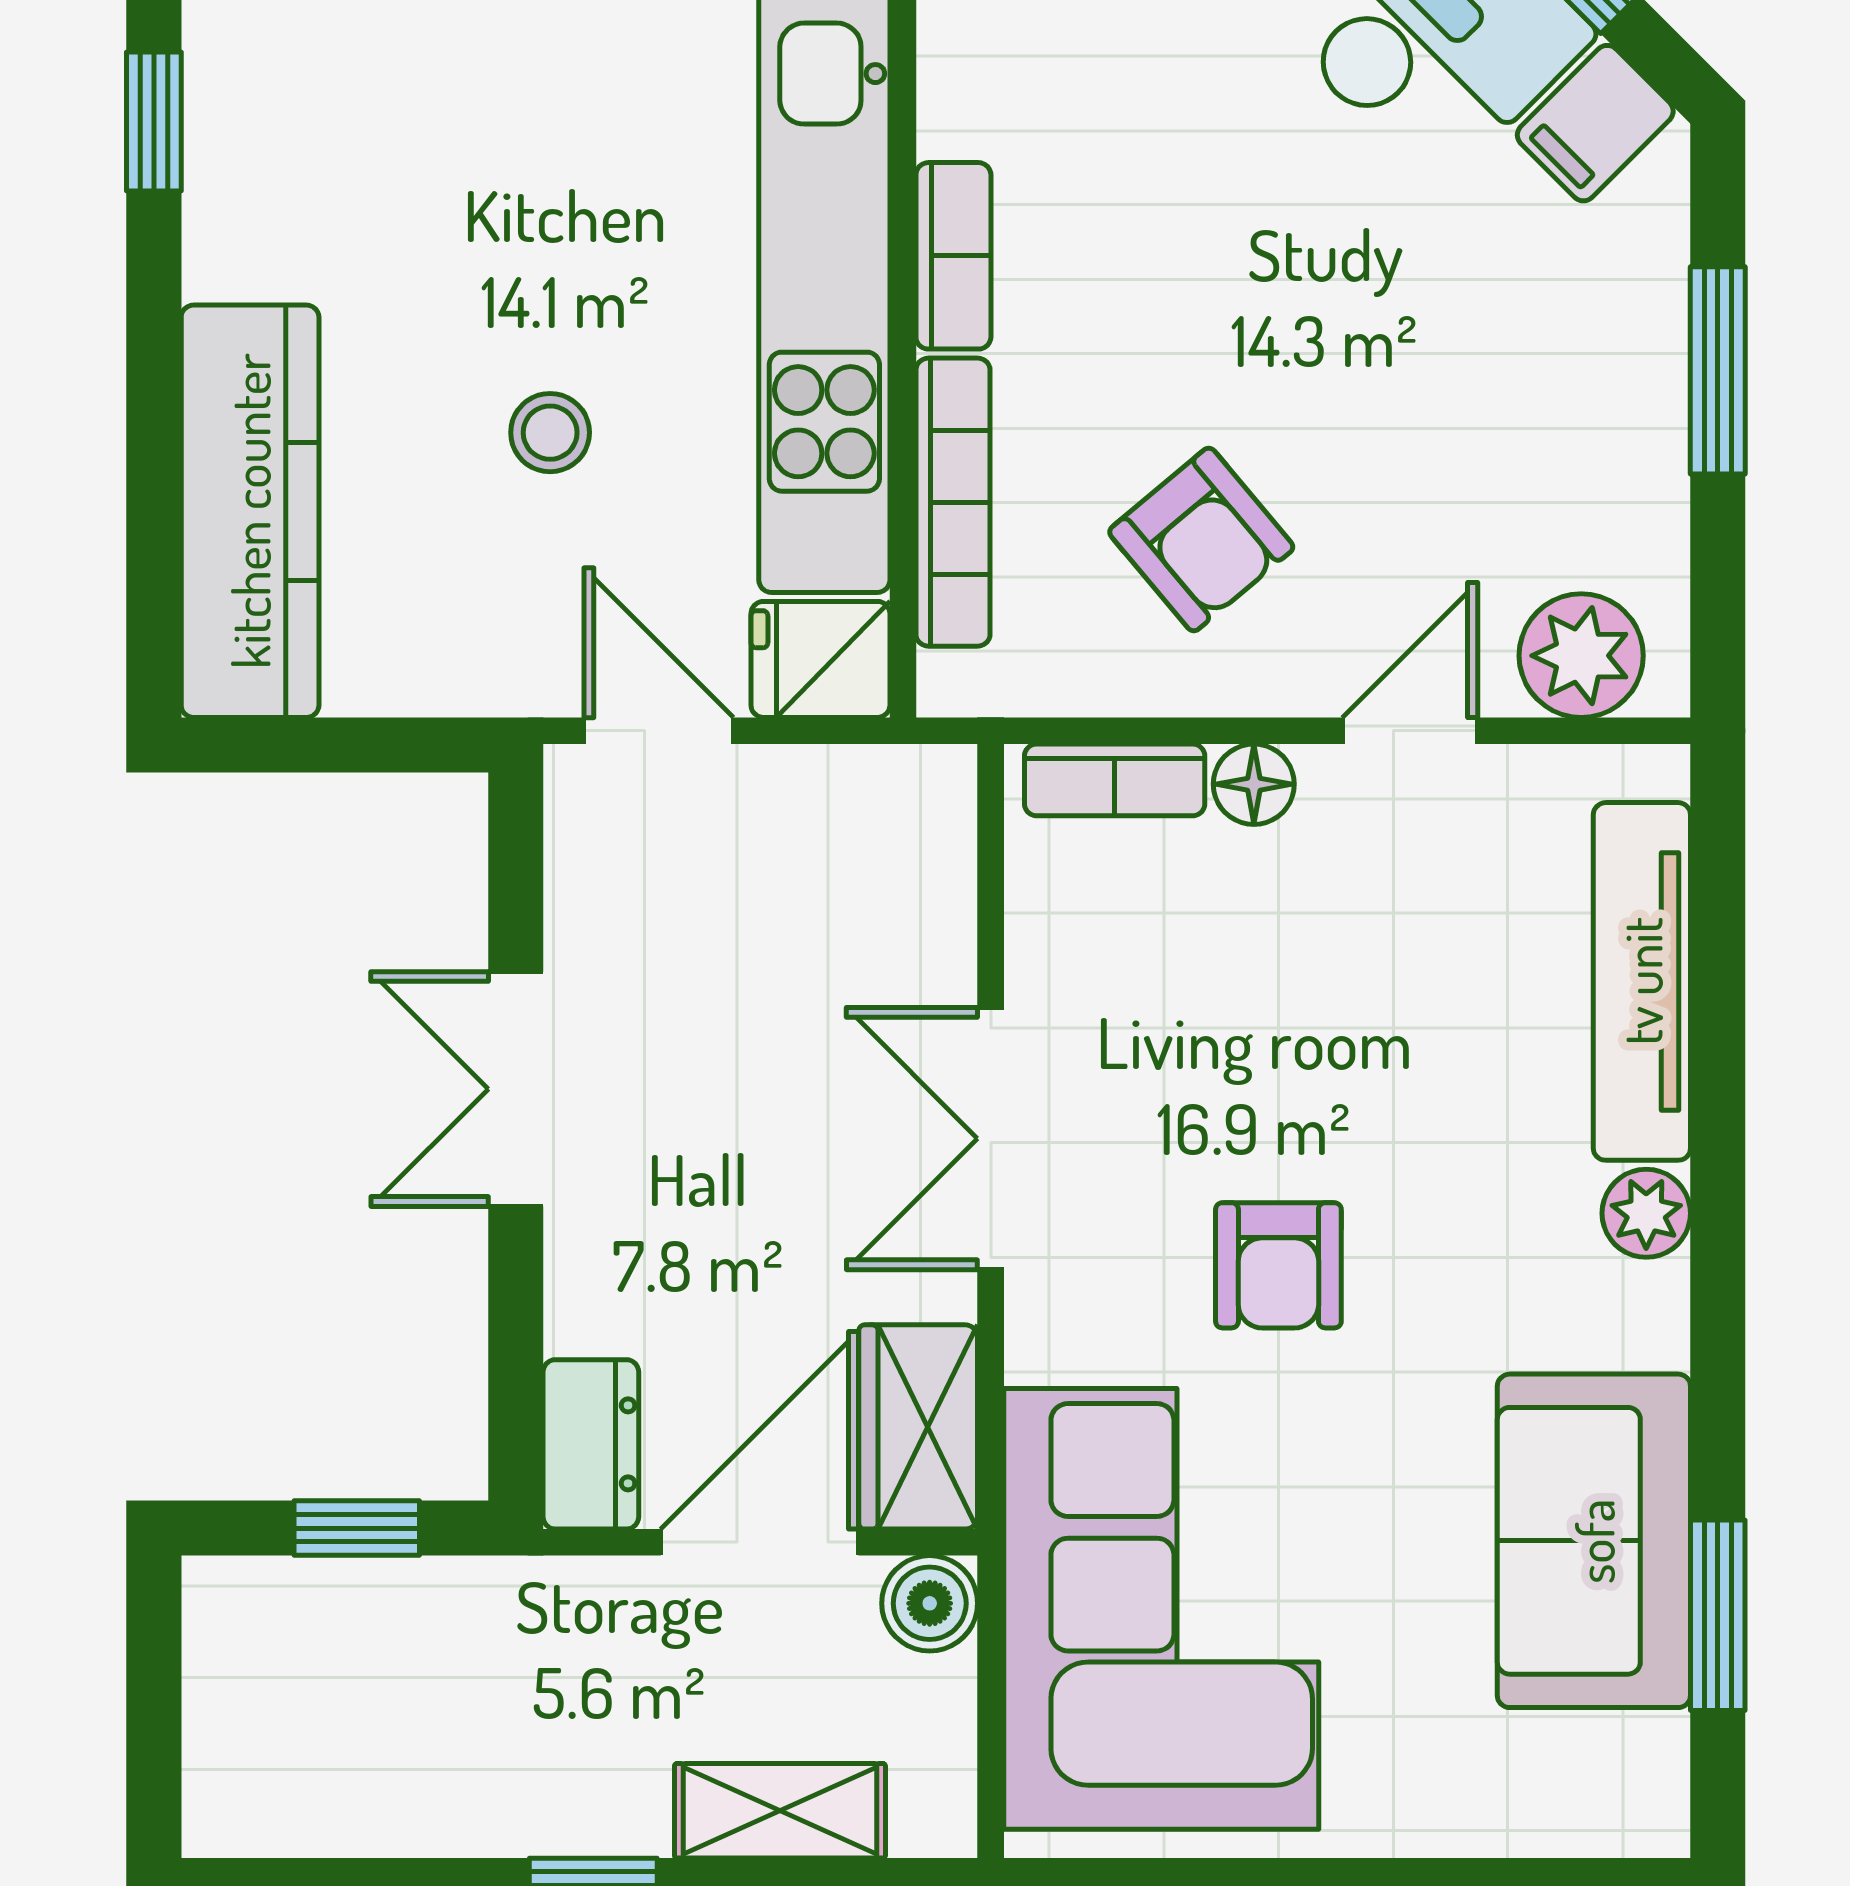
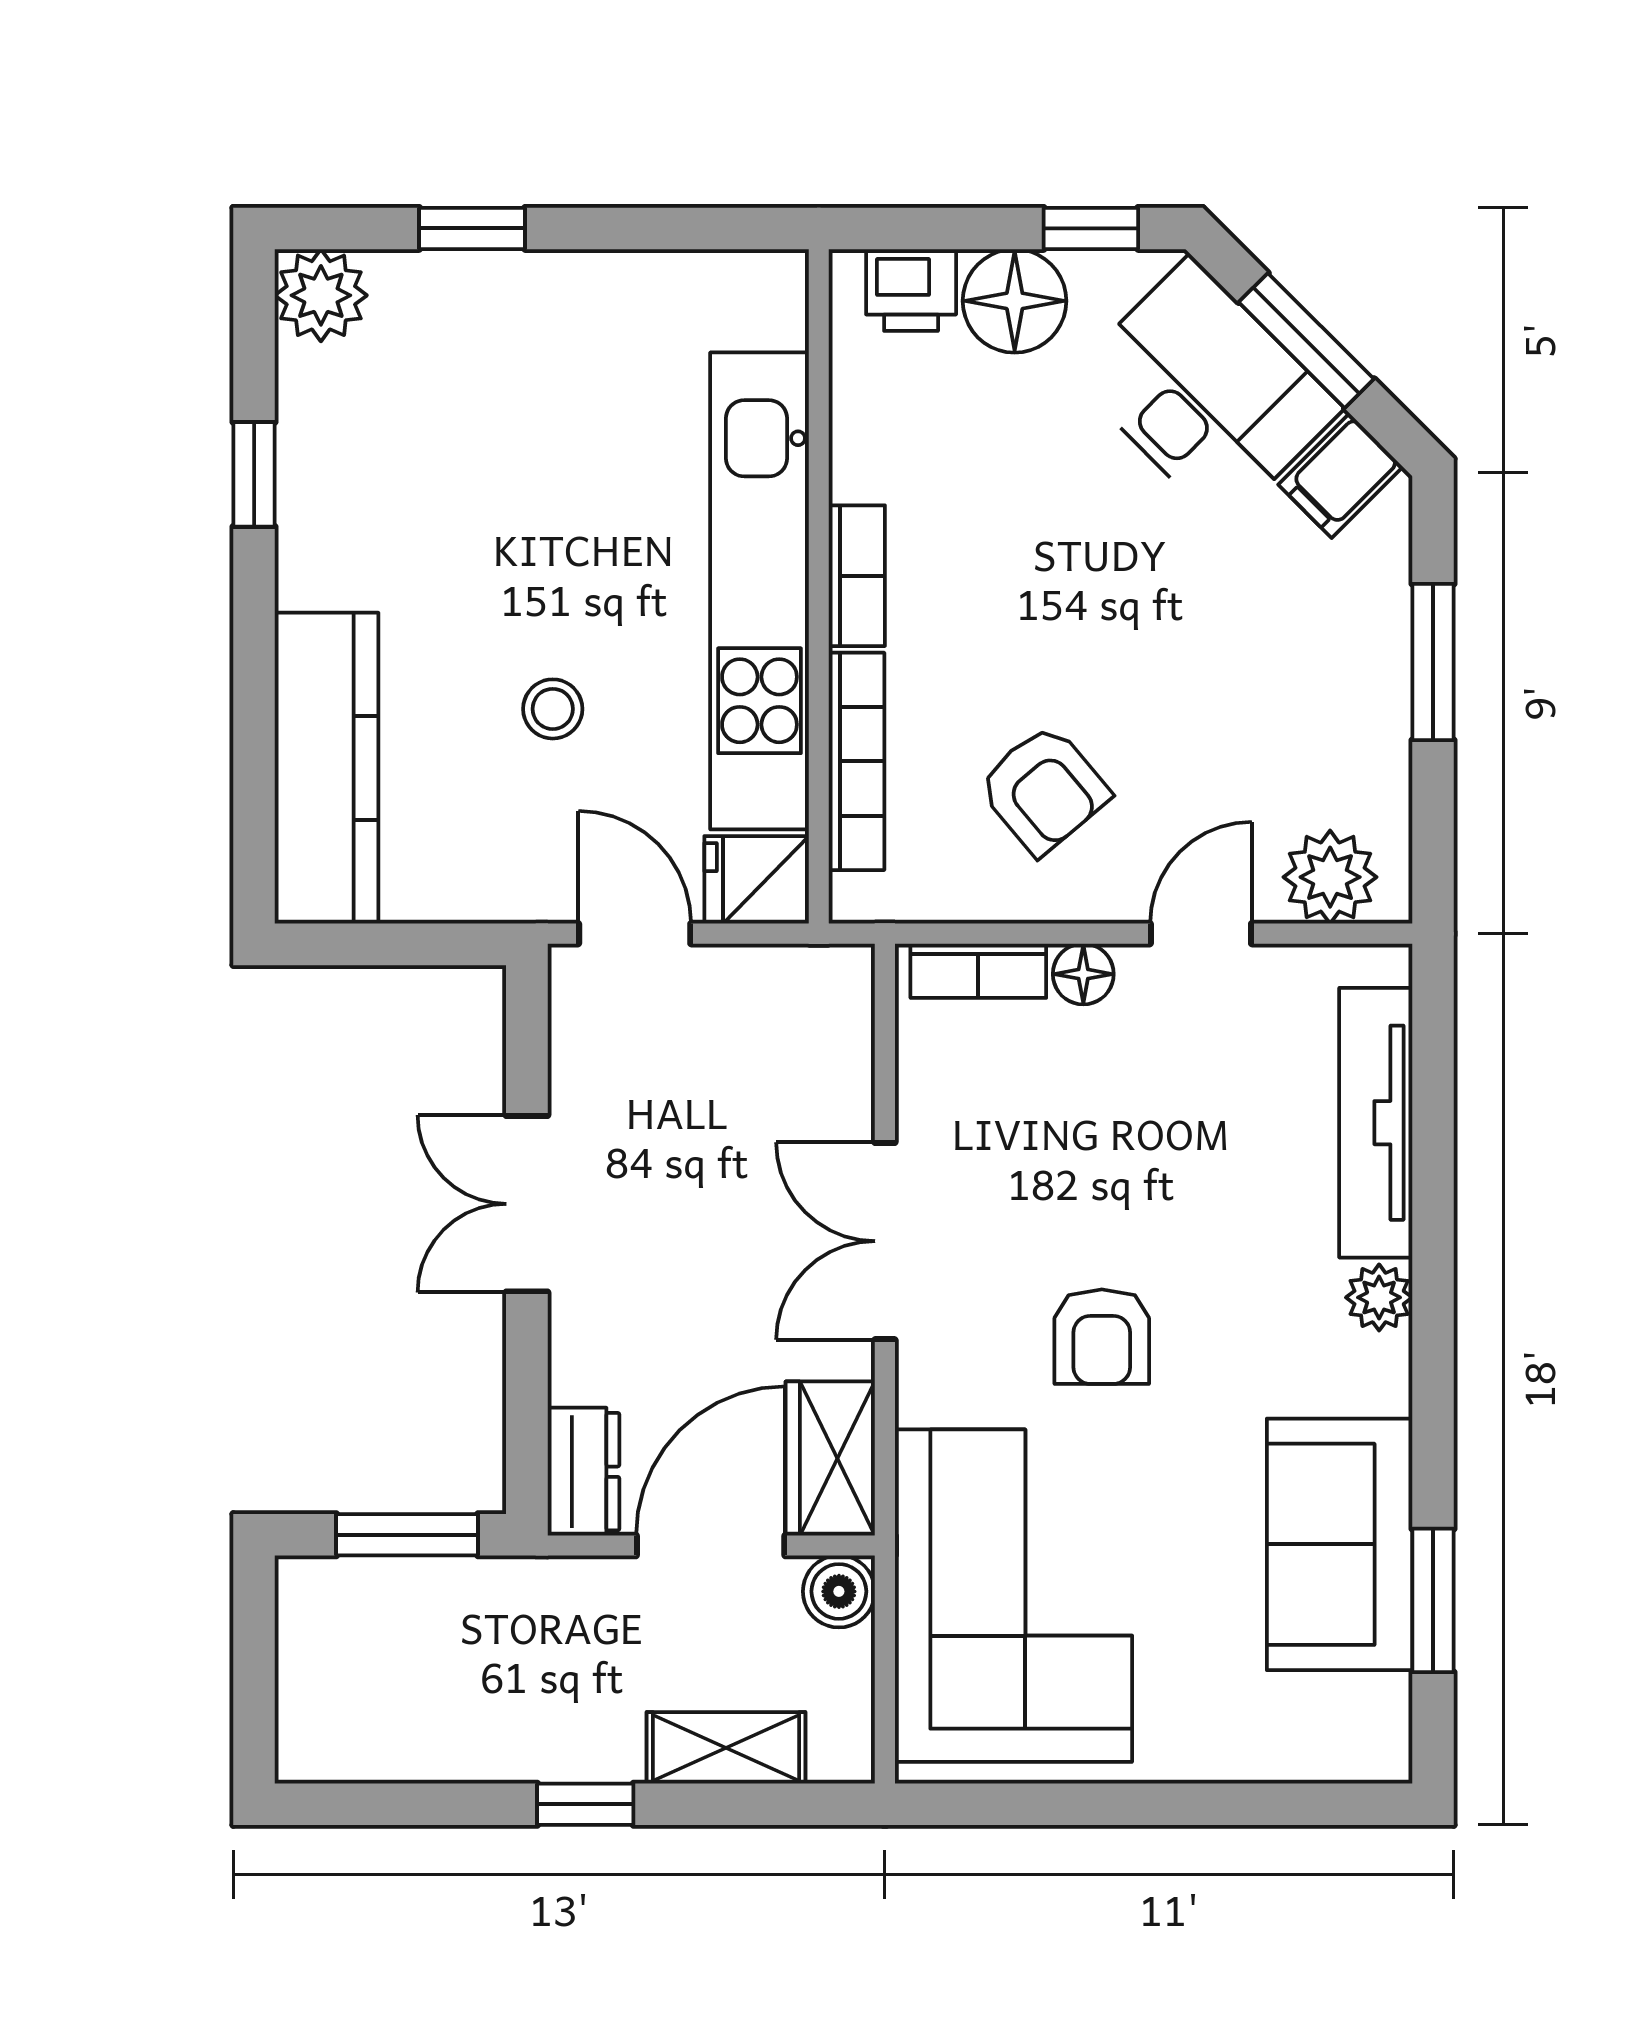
window: (357, 1528) -> (407, 1535), width x1.50

